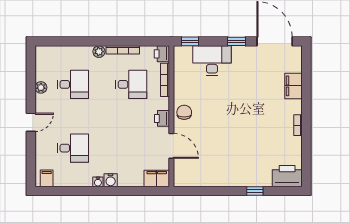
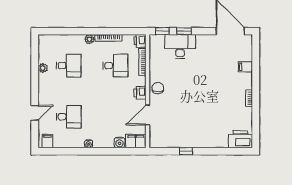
window: (237, 41) -> (184, 31), moved
filing cabinet: (294, 86) -> (246, 67), width x0.50
door: (31, 122) -> (35, 113), moved
door: (171, 146) -> (148, 115), swing flipped
water cooler: (111, 180) -> (119, 143), moved
window: (255, 191) -> (186, 151), moved

